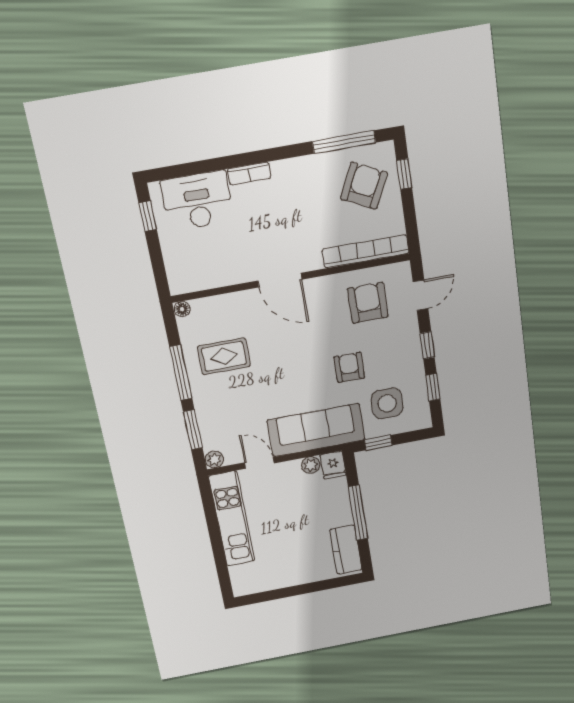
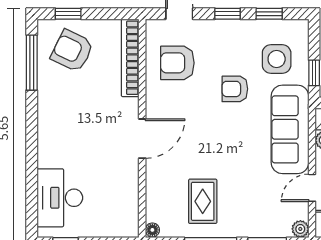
bookcase: (249, 173) -> (44, 149), removed

